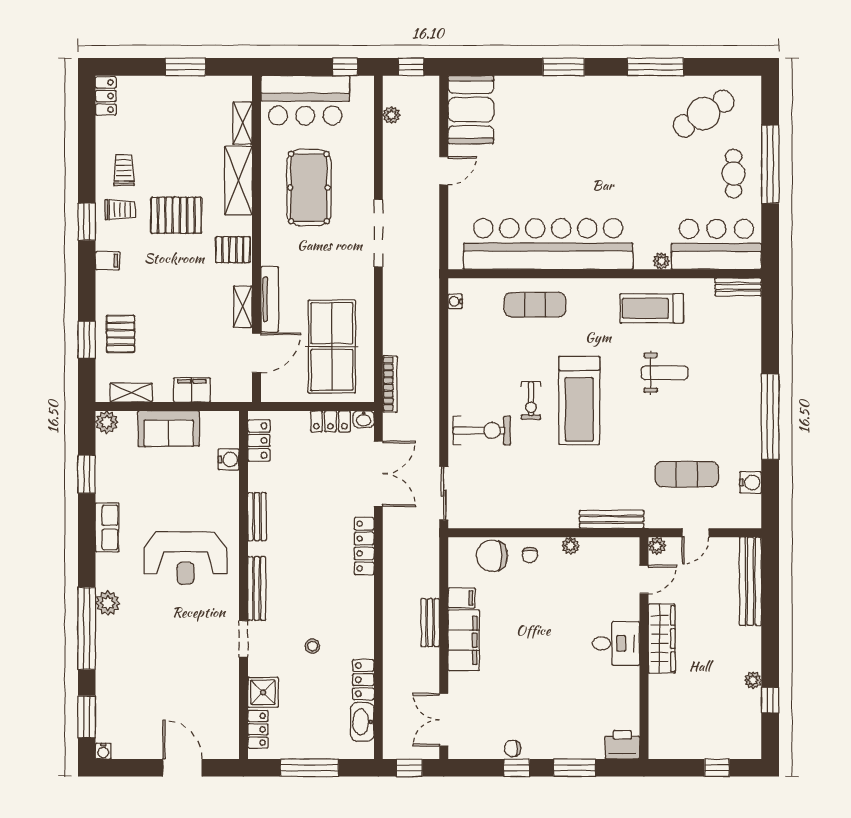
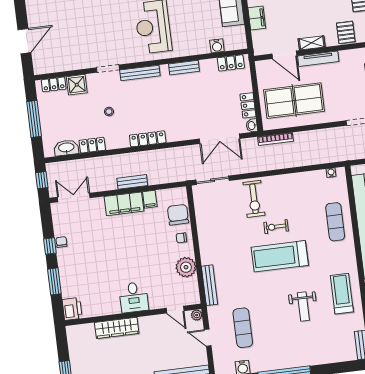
locker: (364, 546) -> (148, 139), moved
plant: (570, 546) -> (186, 267), width x1.88, depth x1.88
wardrobe: (662, 639) -> (117, 328), moved

